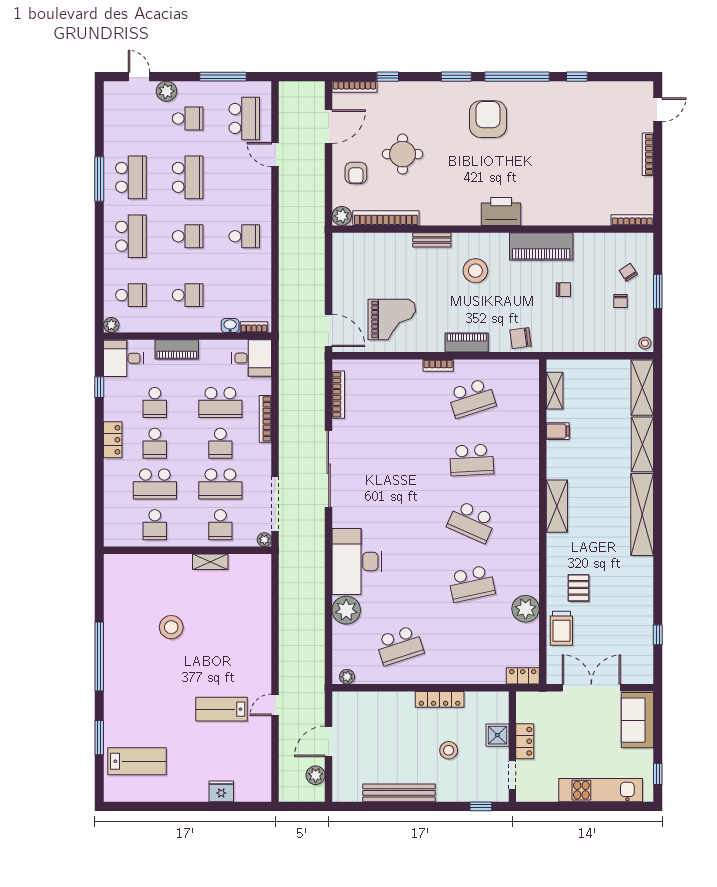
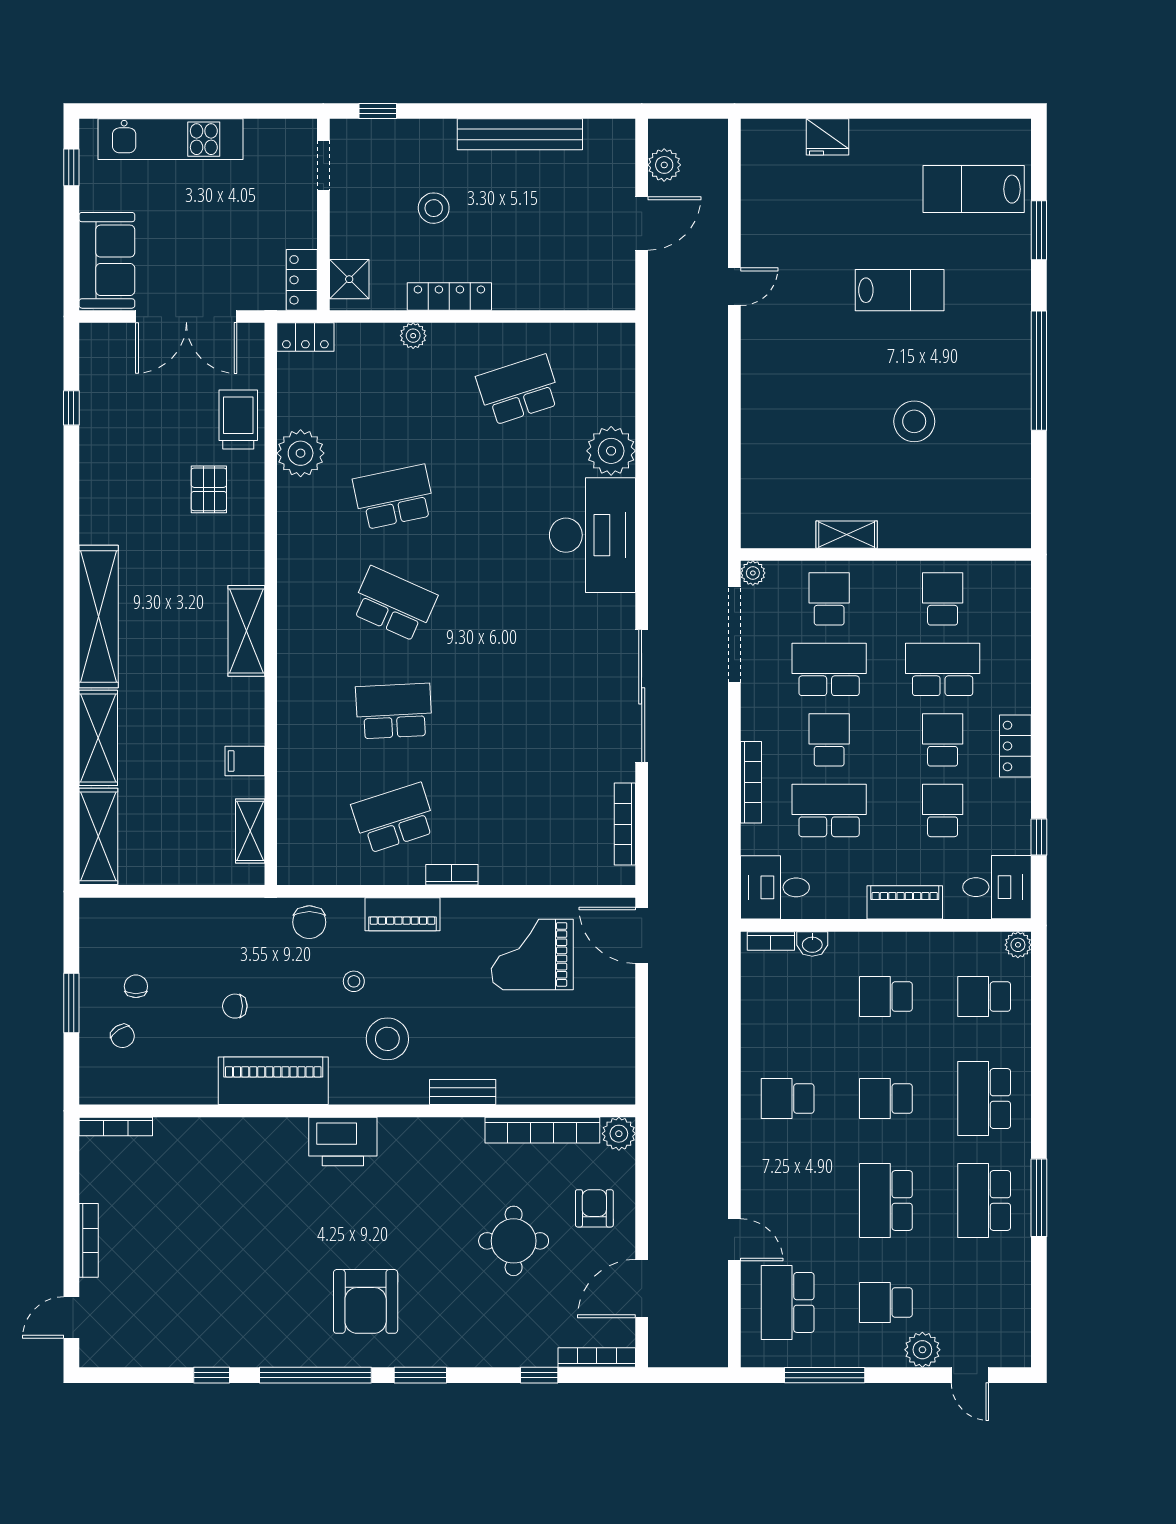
chair: (520, 338) -> (309, 922), turned 98
stool: (645, 343) -> (354, 981), moved
plant: (347, 677) -> (413, 336), moved
lab bench: (222, 709) -> (900, 290), moved
shower: (497, 735) -> (349, 279), moved
locker: (525, 741) -> (302, 280), moved

